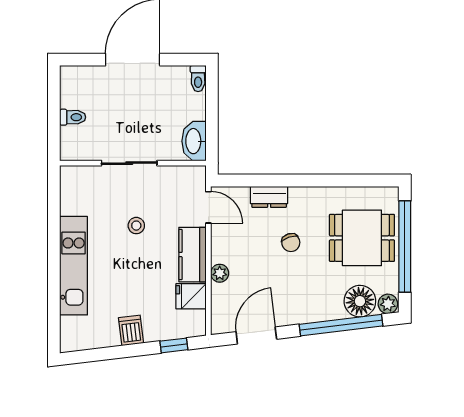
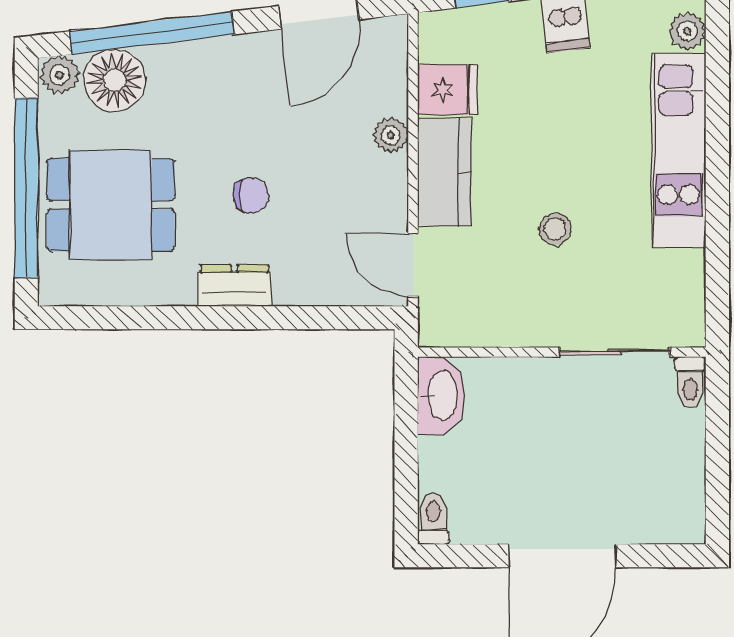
toilet: (73, 117) -> (690, 382), moved, turned -90
sliding door: (129, 163) -> (615, 352), moved
dresser: (269, 197) -> (234, 286), moved
chair: (291, 243) -> (251, 196), turned 109
plant: (69, 326) -> (687, 31), added

